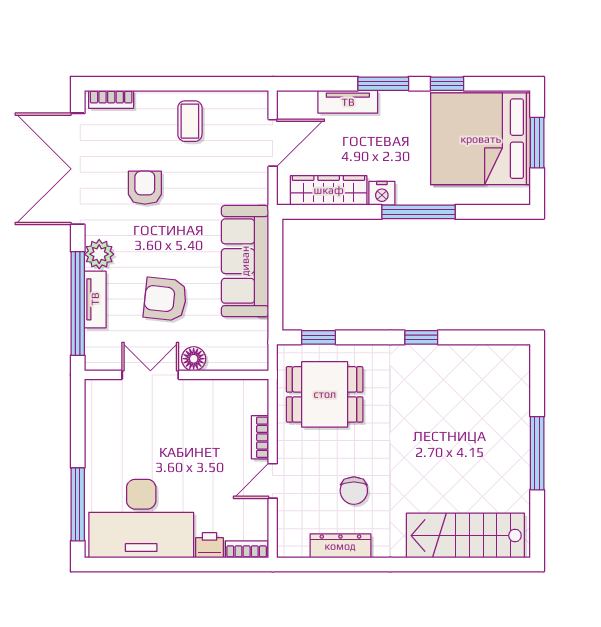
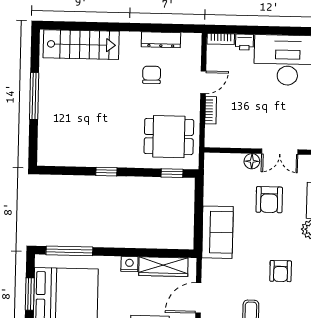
window: (418, 212) -> (69, 251), moved
sofa: (245, 261) -> (217, 232), width x0.73
armchair: (165, 299) -> (269, 200), turned 84

